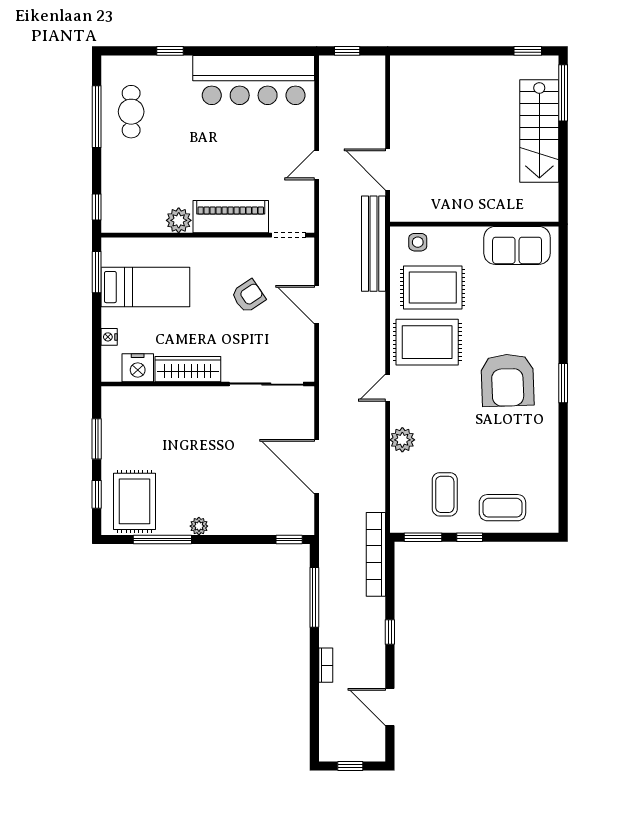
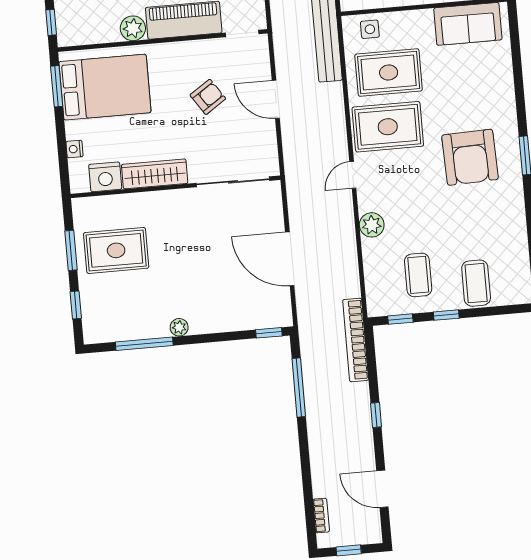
bed: (145, 287) -> (105, 87), width x1.50
rug: (134, 501) -> (116, 250), moved, turned 90
coffee table: (502, 508) -> (476, 283), turned 90
window: (423, 537) -> (400, 319), width x0.67
bookcase: (326, 665) -> (321, 516), moved

